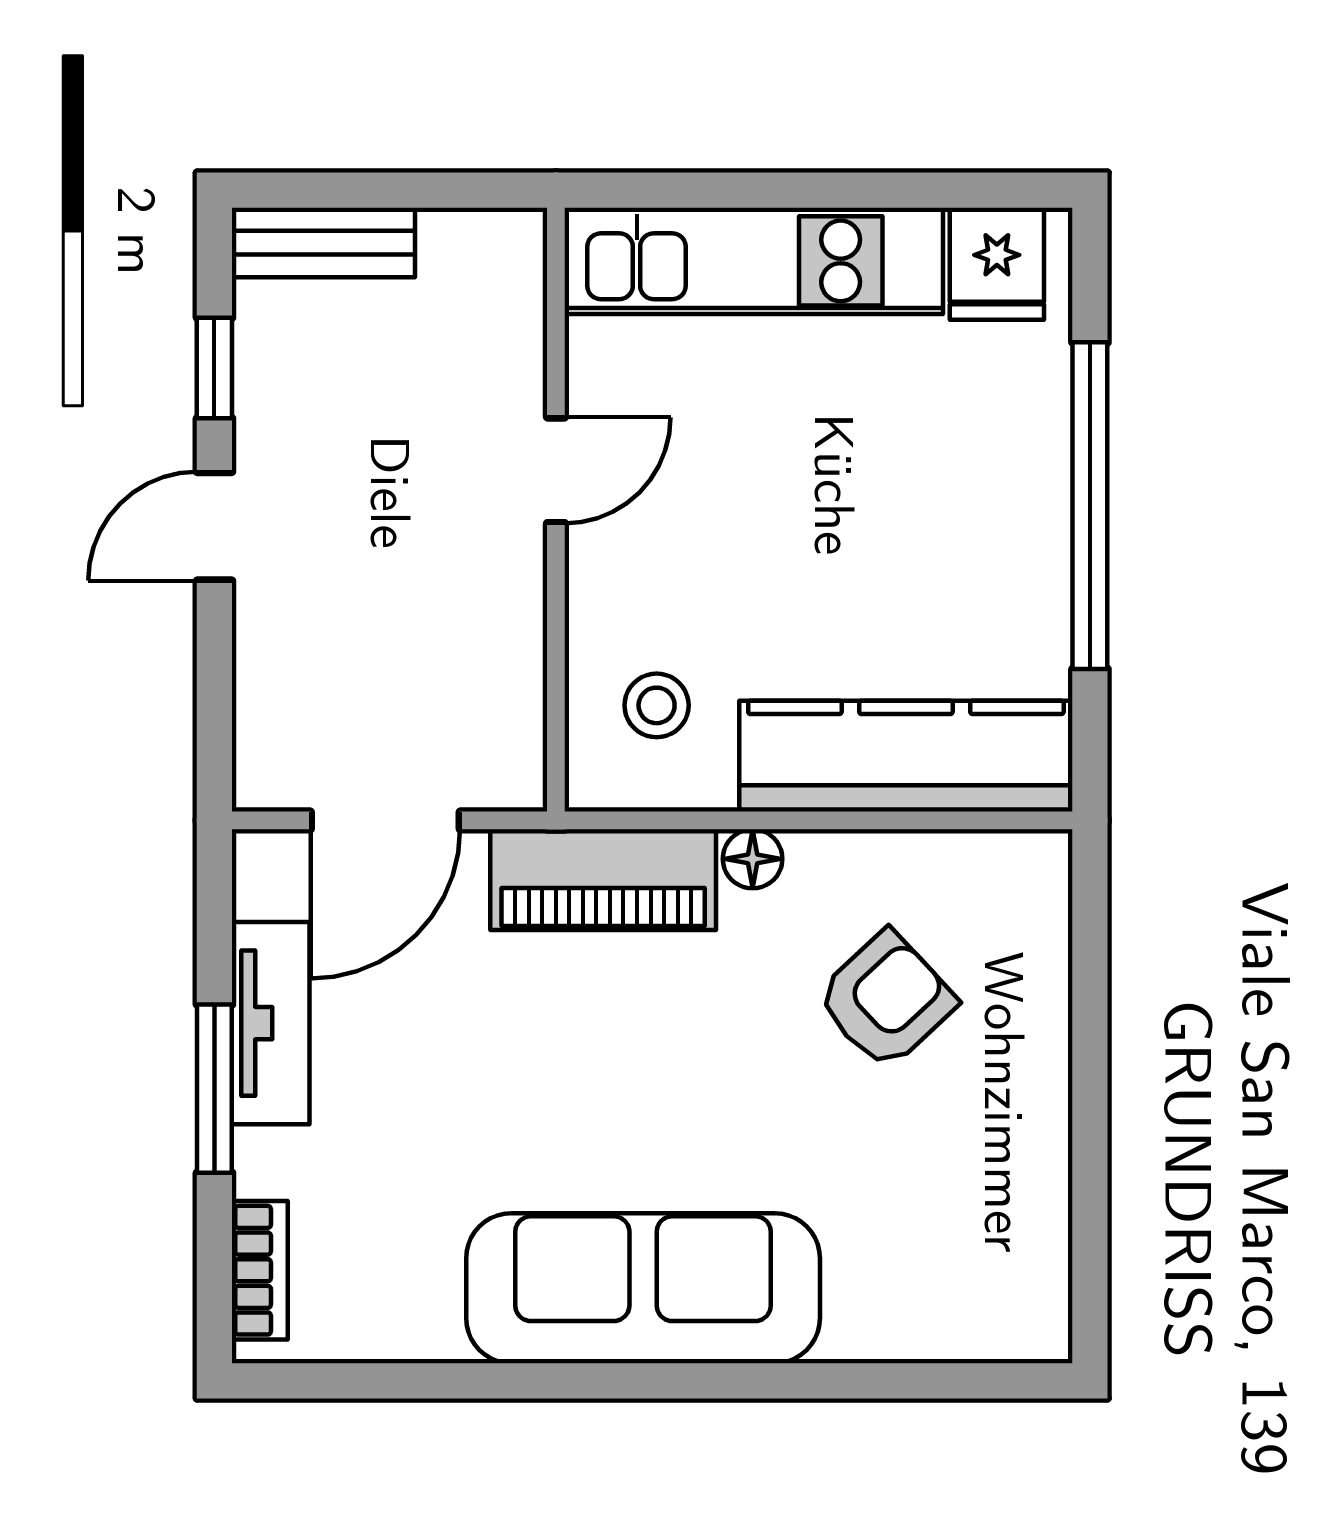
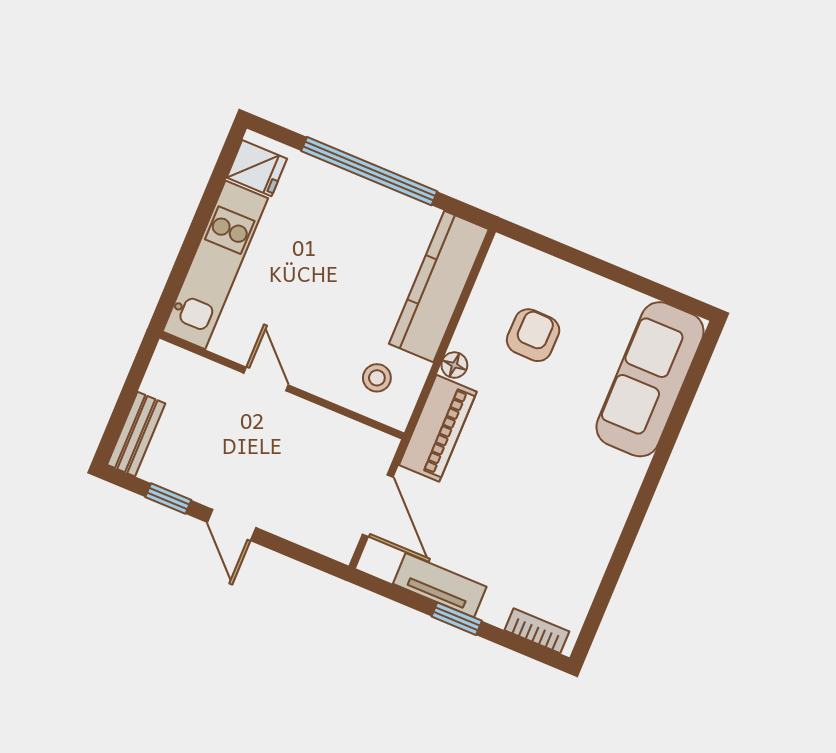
armchair: (886, 1000) -> (533, 335), turned 44
window: (214, 1089) -> (457, 619), width x0.67
sofa: (643, 1288) -> (650, 379), moved

